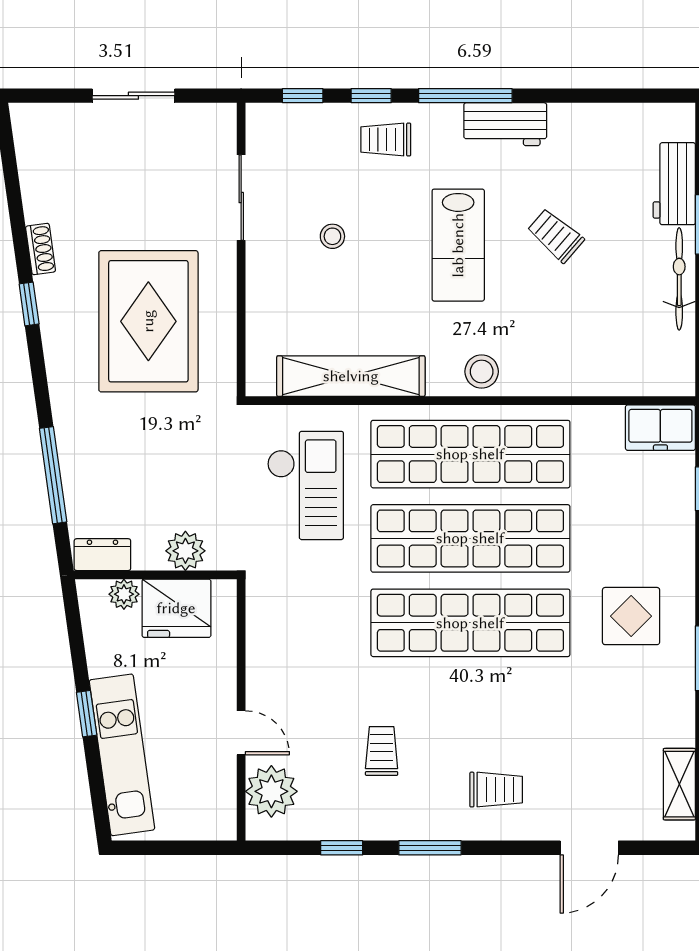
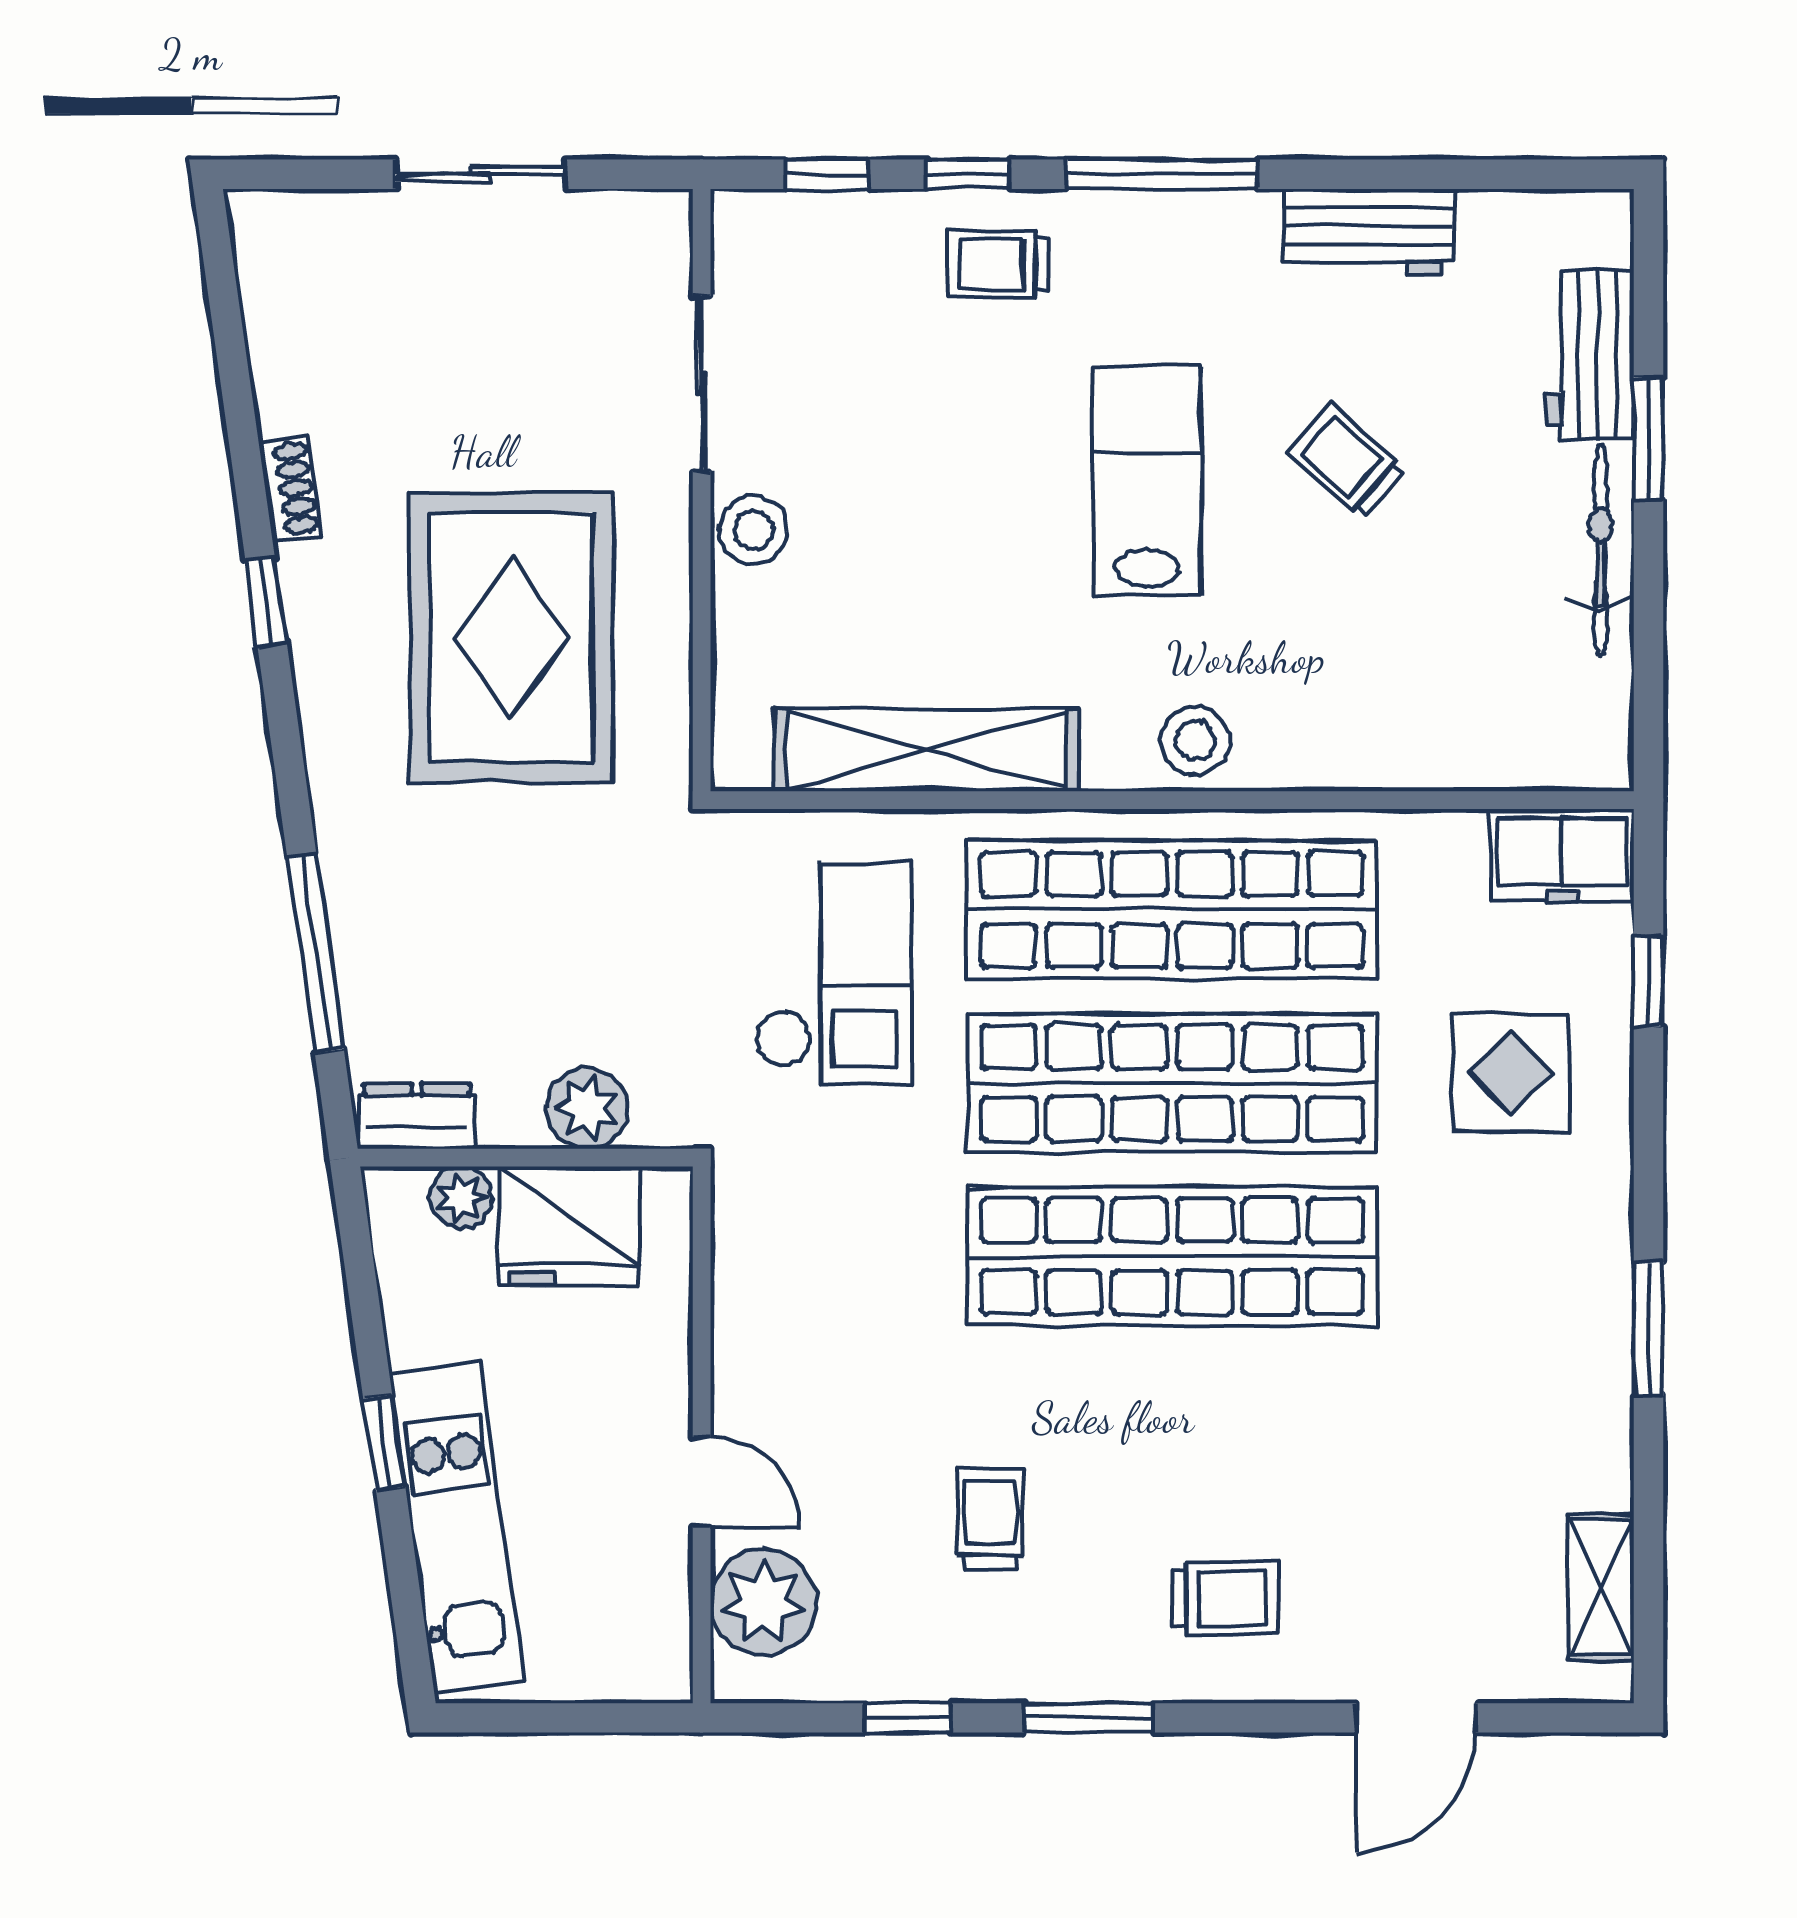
workbench: (505, 124) -> (1369, 233), moved
stool: (332, 236) -> (754, 530), moved, width x1.37, depth x1.37
lab bench: (458, 245) -> (1147, 481), turned 180
display table: (631, 616) -> (1511, 1073), moved

